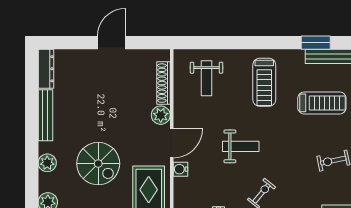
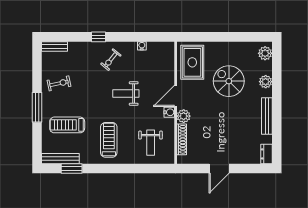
dresser: (46, 69) -> (266, 154), width x0.70
weight bench: (207, 78) -> (151, 143), turned 180
water cooler: (180, 169) -> (169, 112), moved

